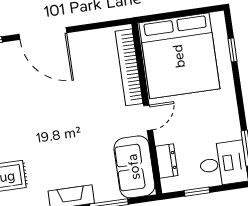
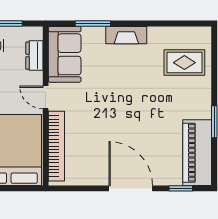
door: (148, 118) -> (46, 97), hinge flipped

